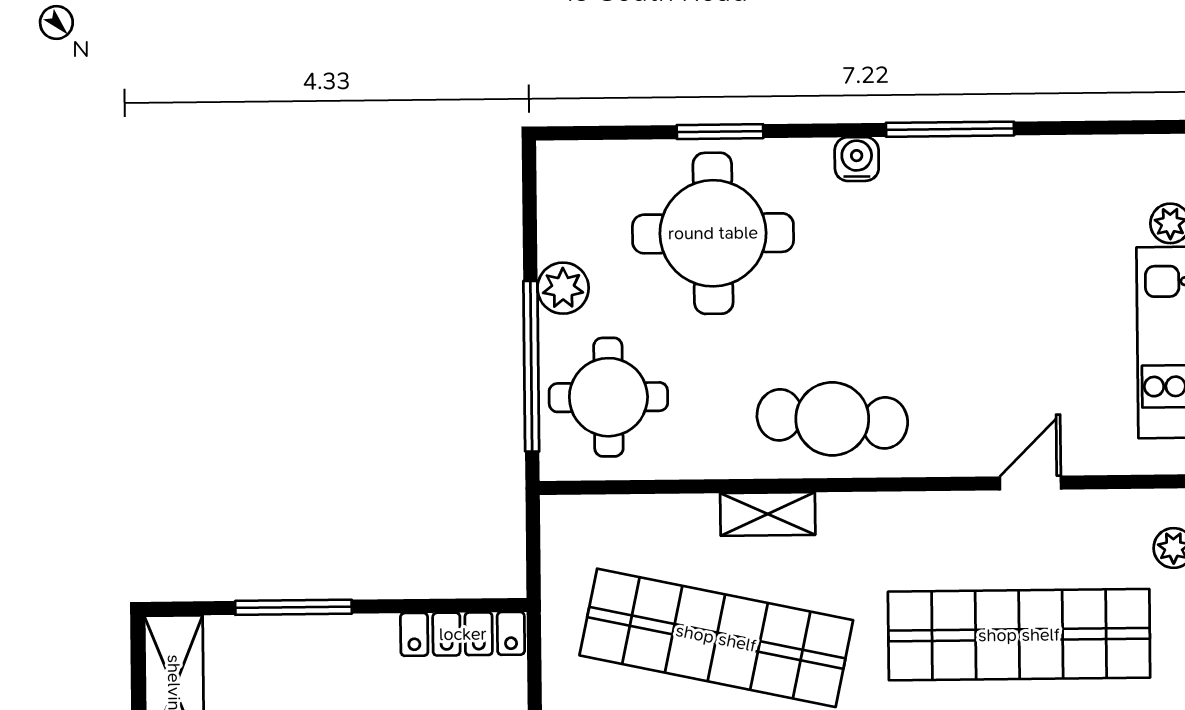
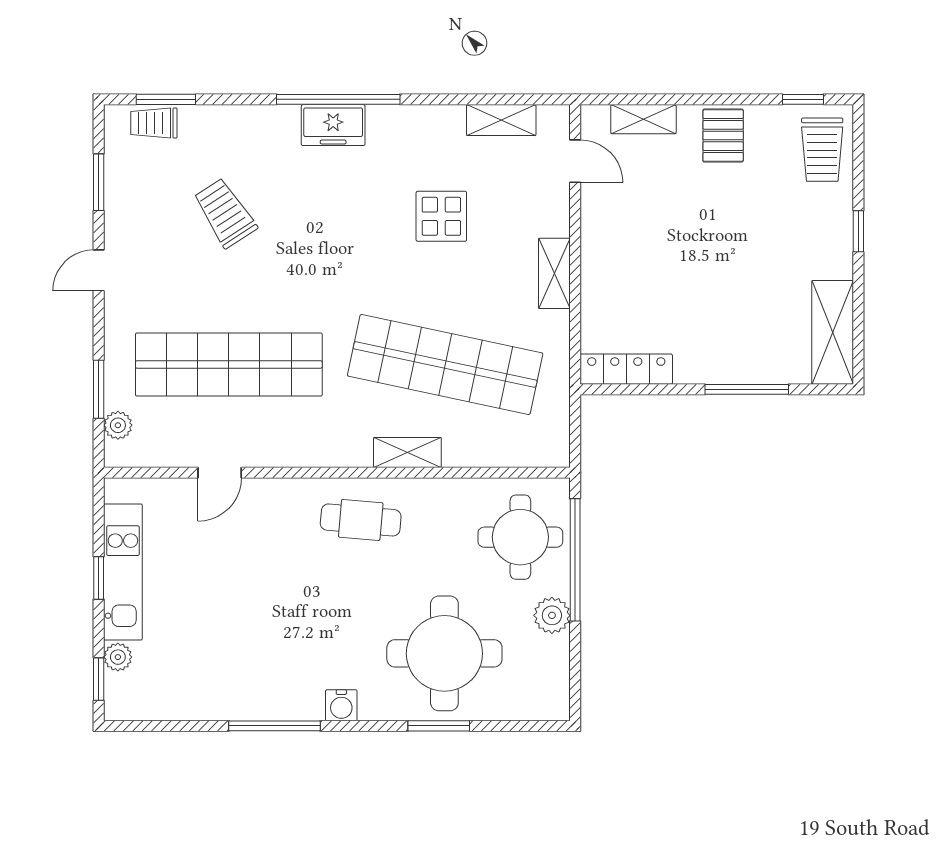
cafe table: (832, 419) -> (361, 520), width x0.73, depth x0.74

